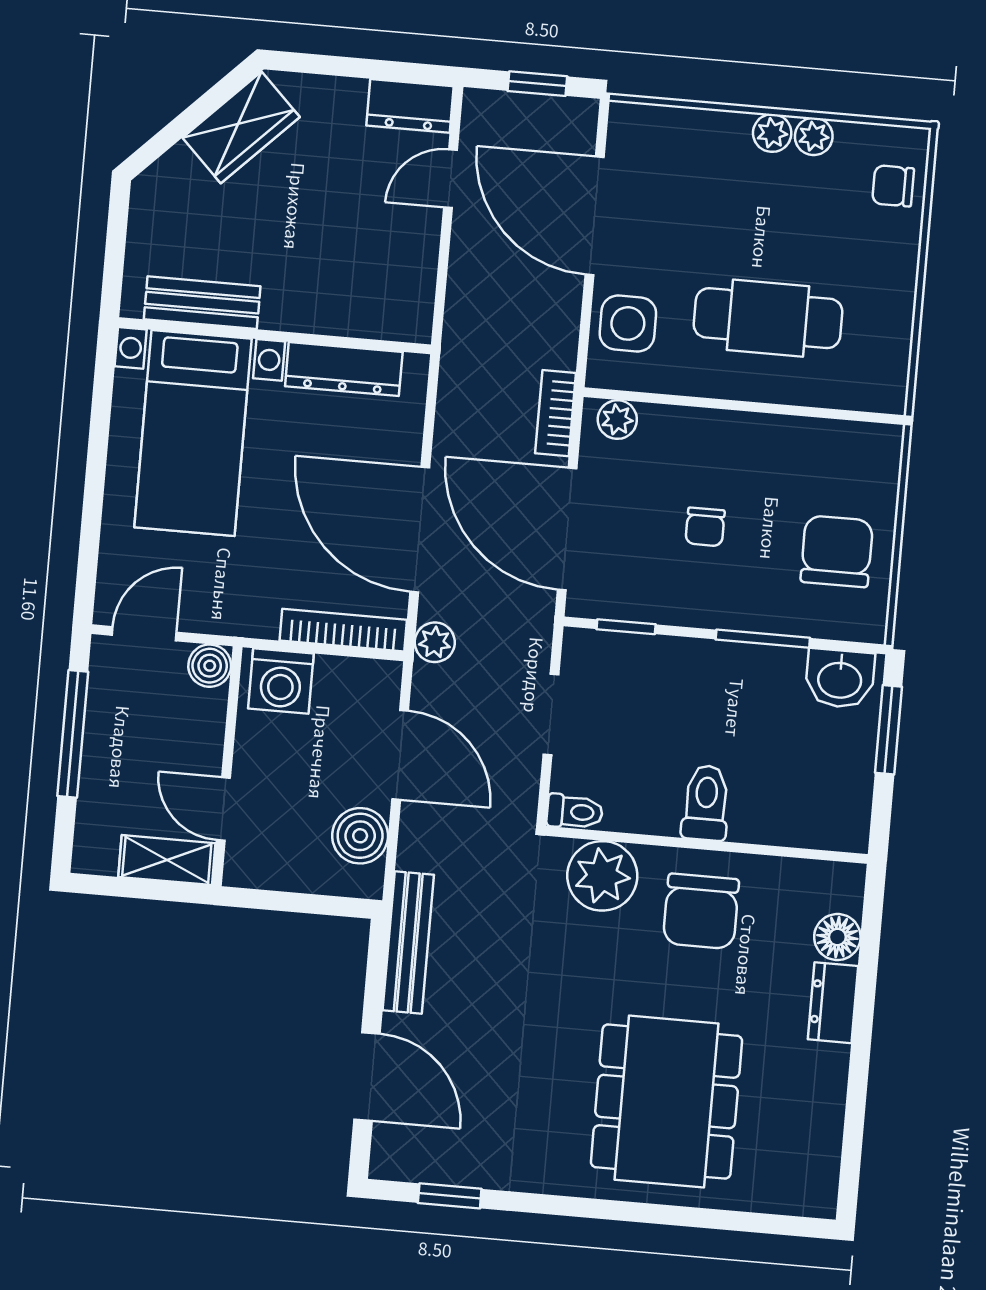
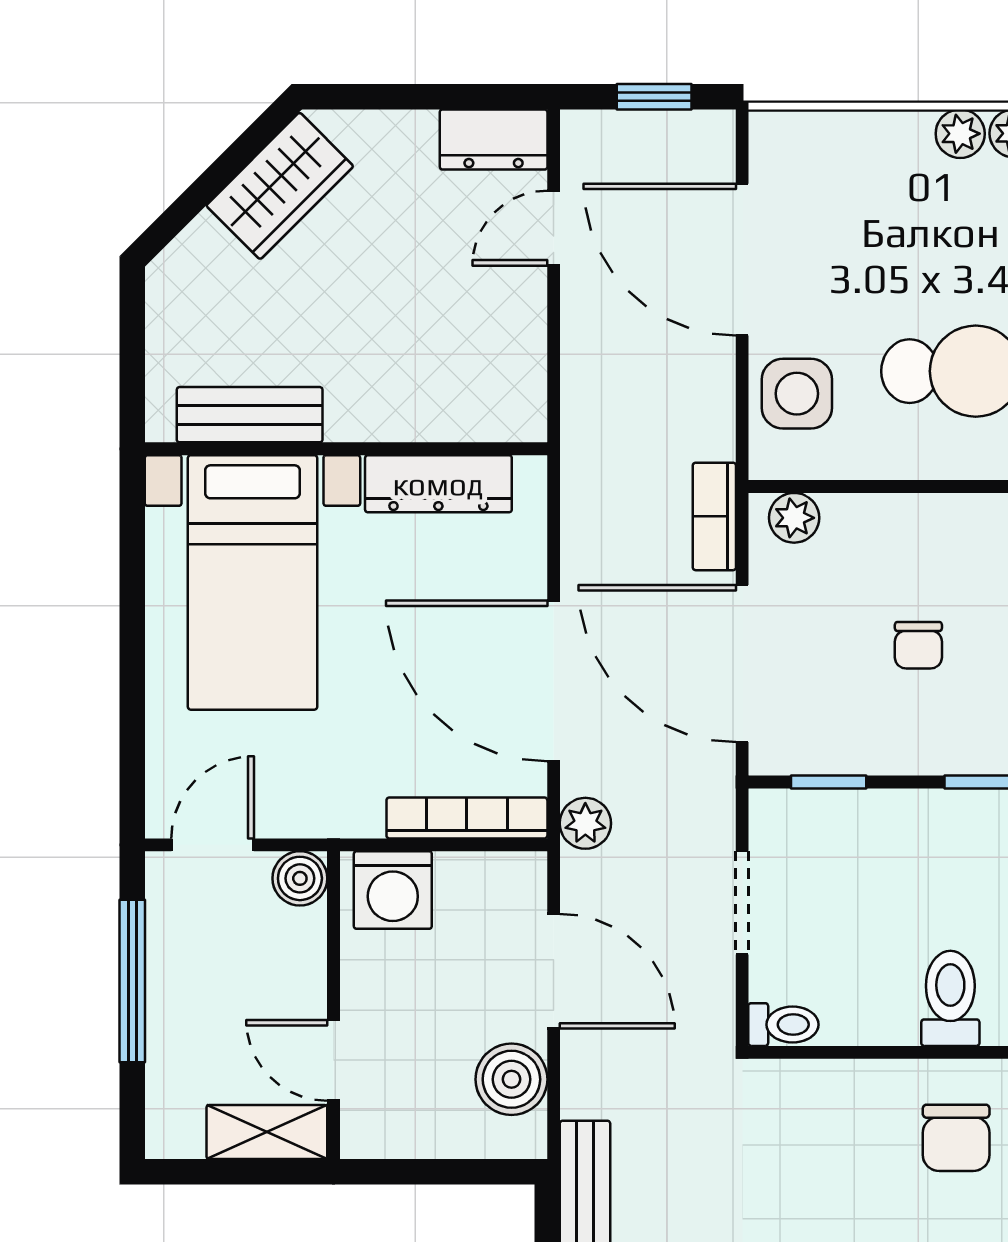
plant: (602, 876) -> (826, 1103), removed
chair: (701, 911) -> (956, 1138), width x0.73, depth x0.73

